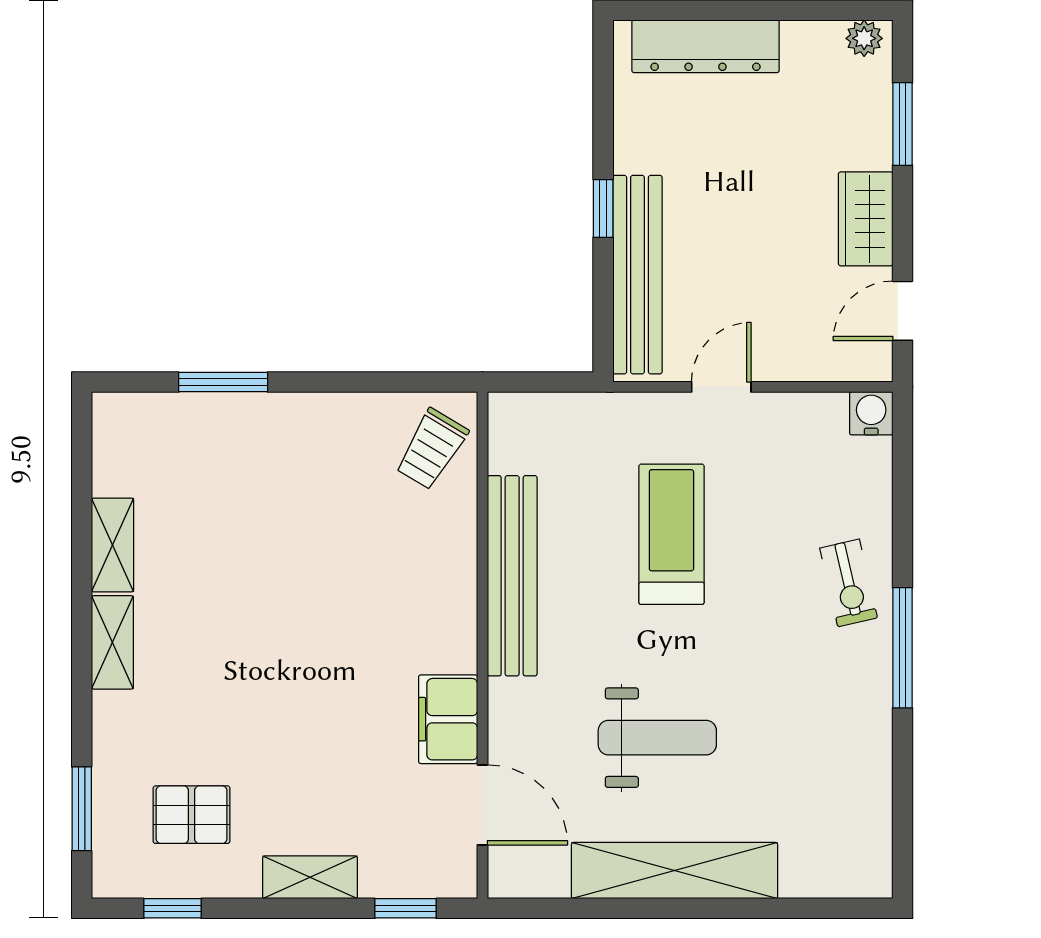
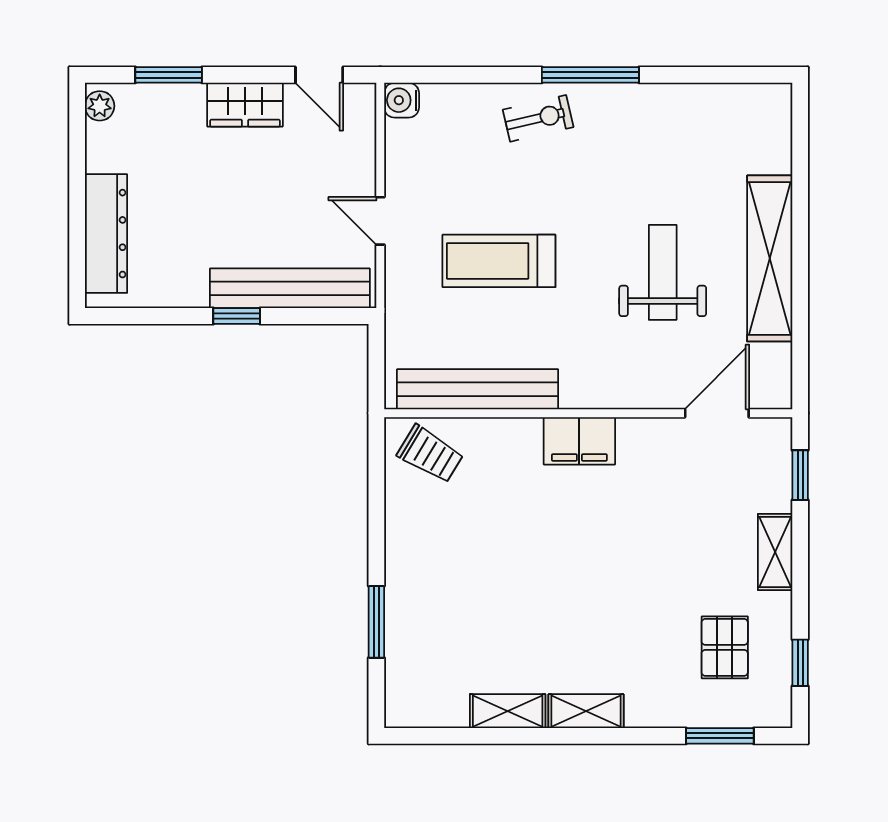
bench: (512, 576) -> (478, 389), moved
filing cabinet: (448, 719) -> (579, 441), moved

